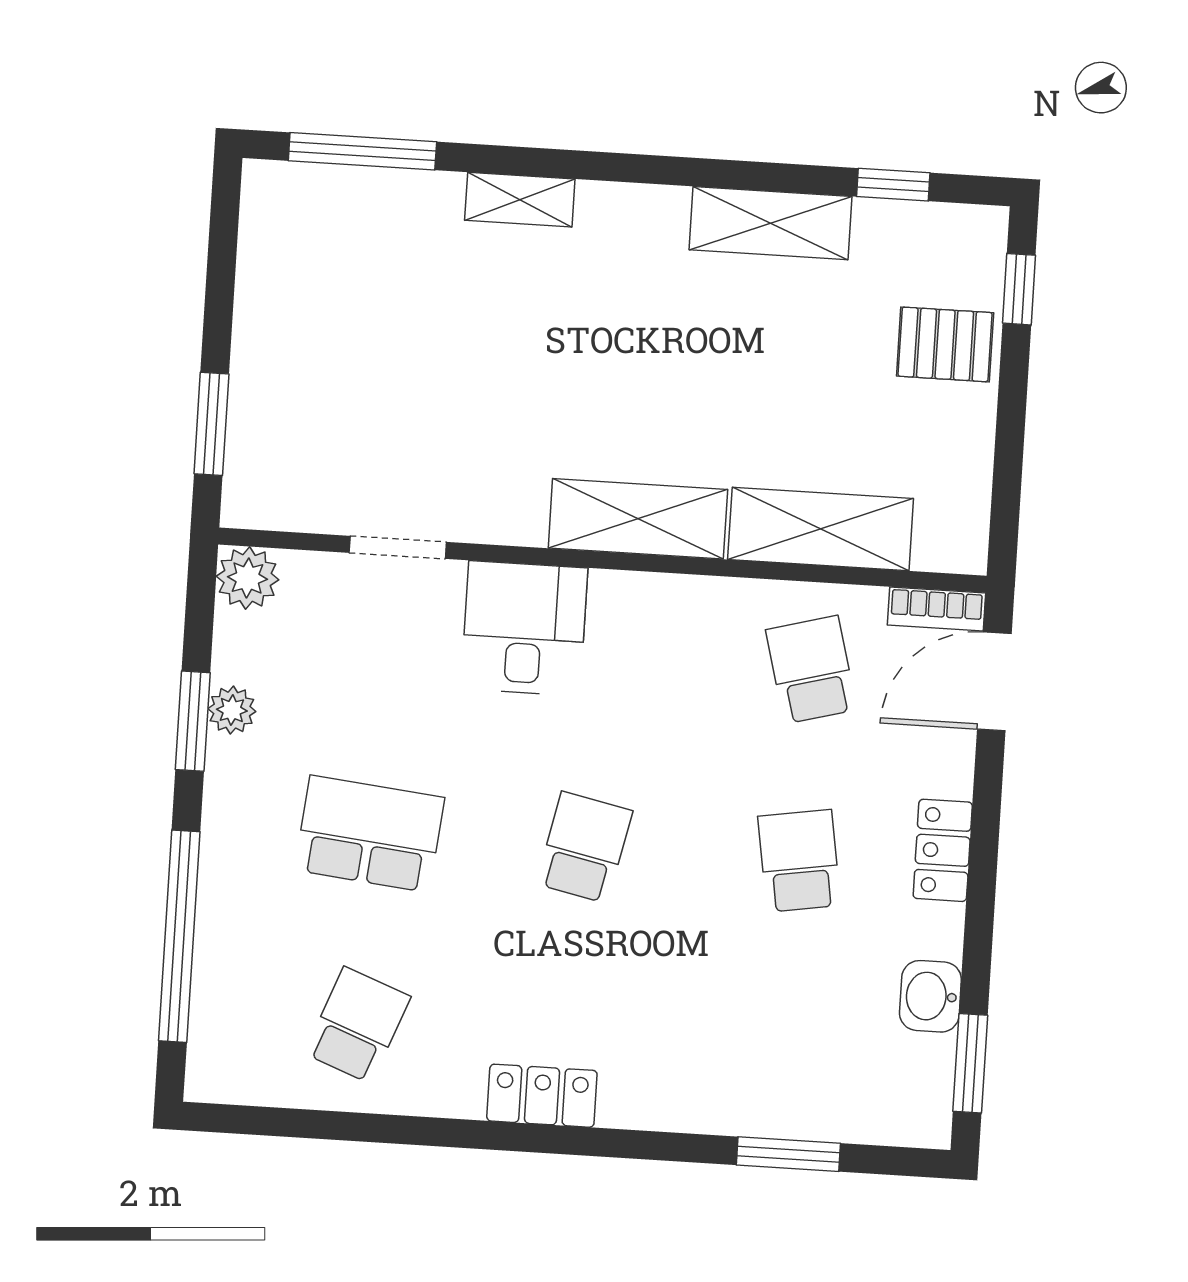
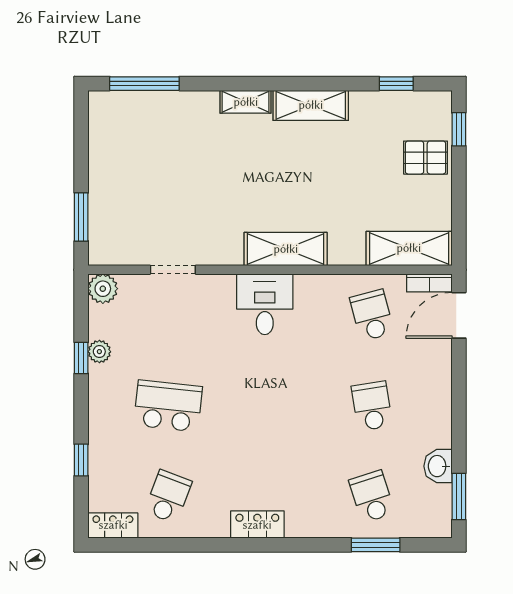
shelving: (520, 200) -> (246, 102), moved
shelving: (770, 223) -> (311, 105), moved
shelving: (821, 529) -> (409, 248), moved
desk: (524, 628) -> (265, 304), moved
window: (193, 721) -> (81, 358), width x0.67
school desk: (584, 847) -> (372, 497), moved, turned -30
locker: (943, 850) -> (113, 525), moved, turned 90
window: (179, 936) -> (81, 460), width x0.32

